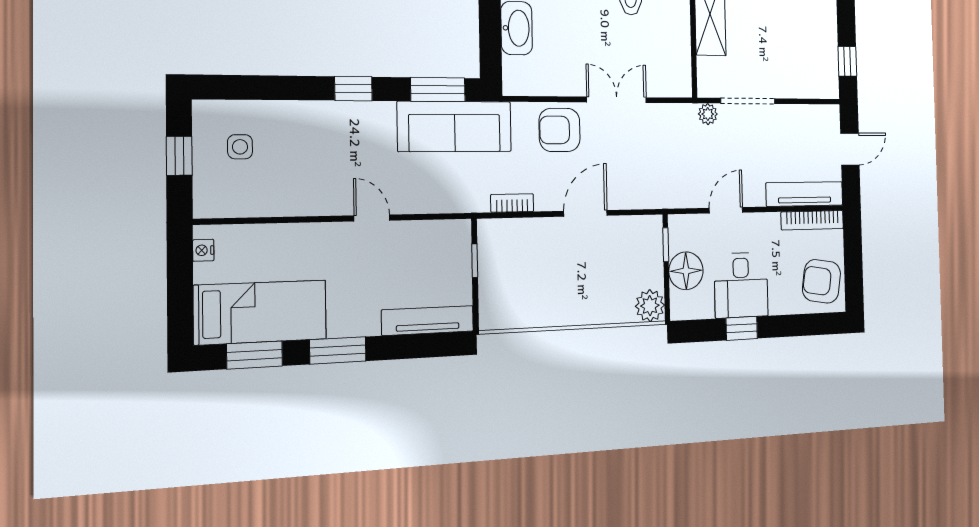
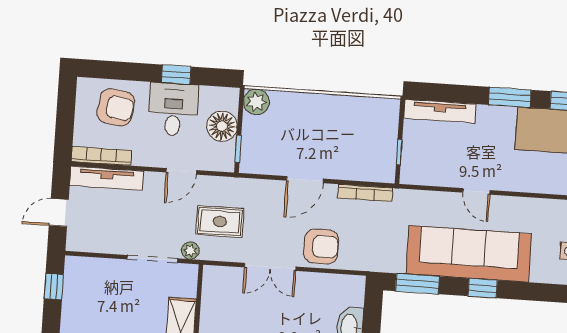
sofa: (455, 127) -> (469, 254), moved, width x1.36, depth x1.27
rug: (678, 152) -> (220, 222), added
bookcase: (512, 203) -> (365, 193), width x1.56
armchair: (822, 281) -> (116, 107), moved

